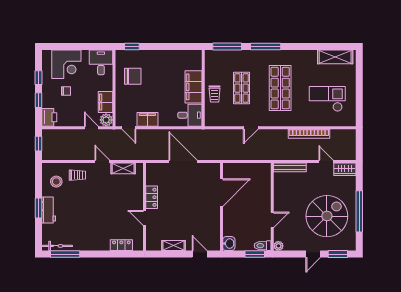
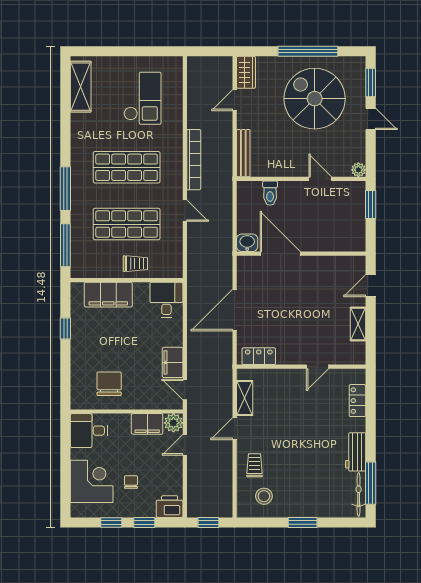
window: (132, 46) -> (65, 328), moved
filing cabinet: (193, 87) -> (108, 295), moved
shop shelf: (242, 88) -> (127, 224), width x1.43, depth x1.36
checkout: (327, 99) -> (142, 98), turned 180
door: (129, 128) -> (185, 390), swing flipped
bookcase: (309, 134) -> (194, 160), moved
locker: (152, 197) -> (259, 356), moved
workbench: (49, 210) -> (356, 452), moved, turned -90
washbasin: (229, 244) -> (247, 243), moved
toilet: (263, 246) -> (270, 193), moved

